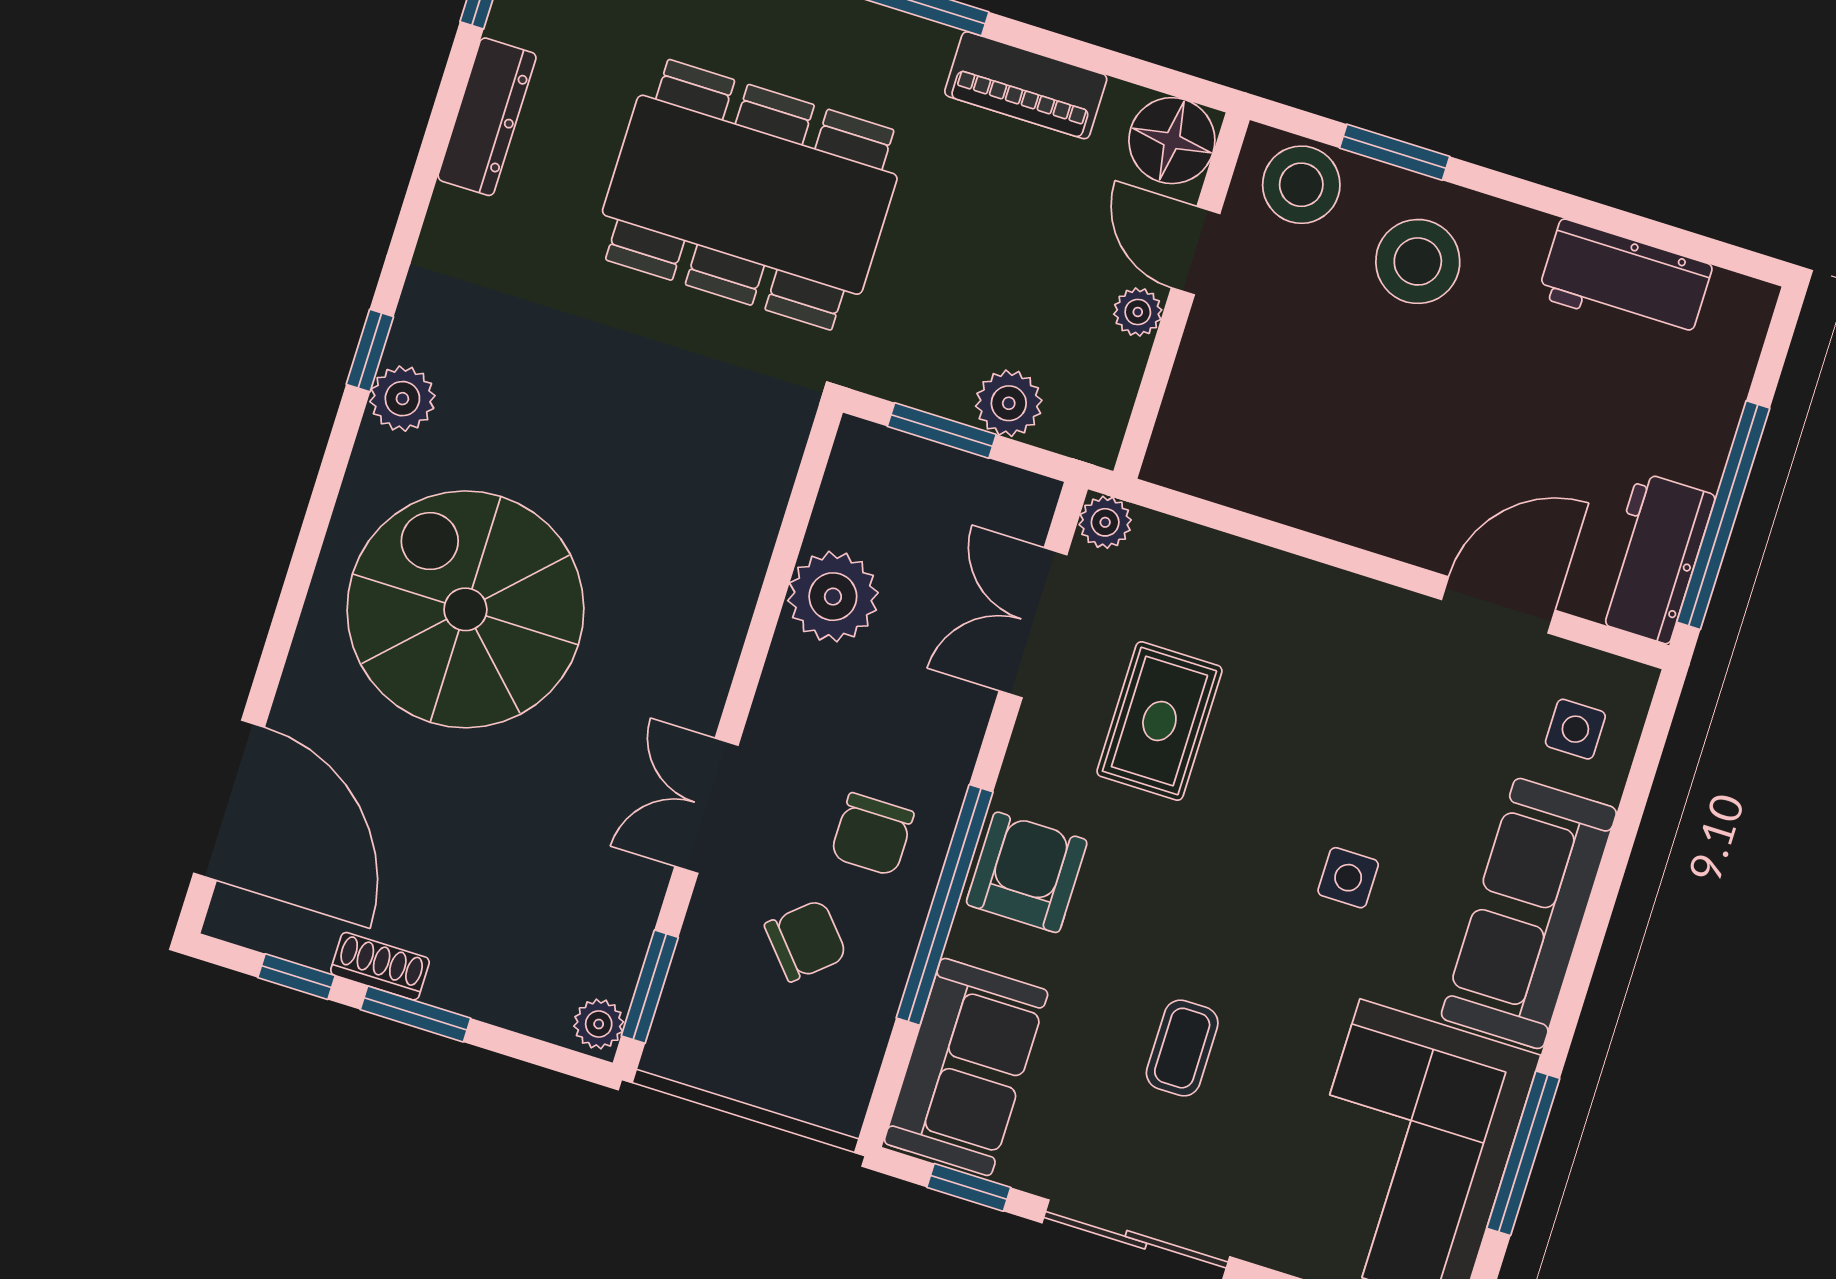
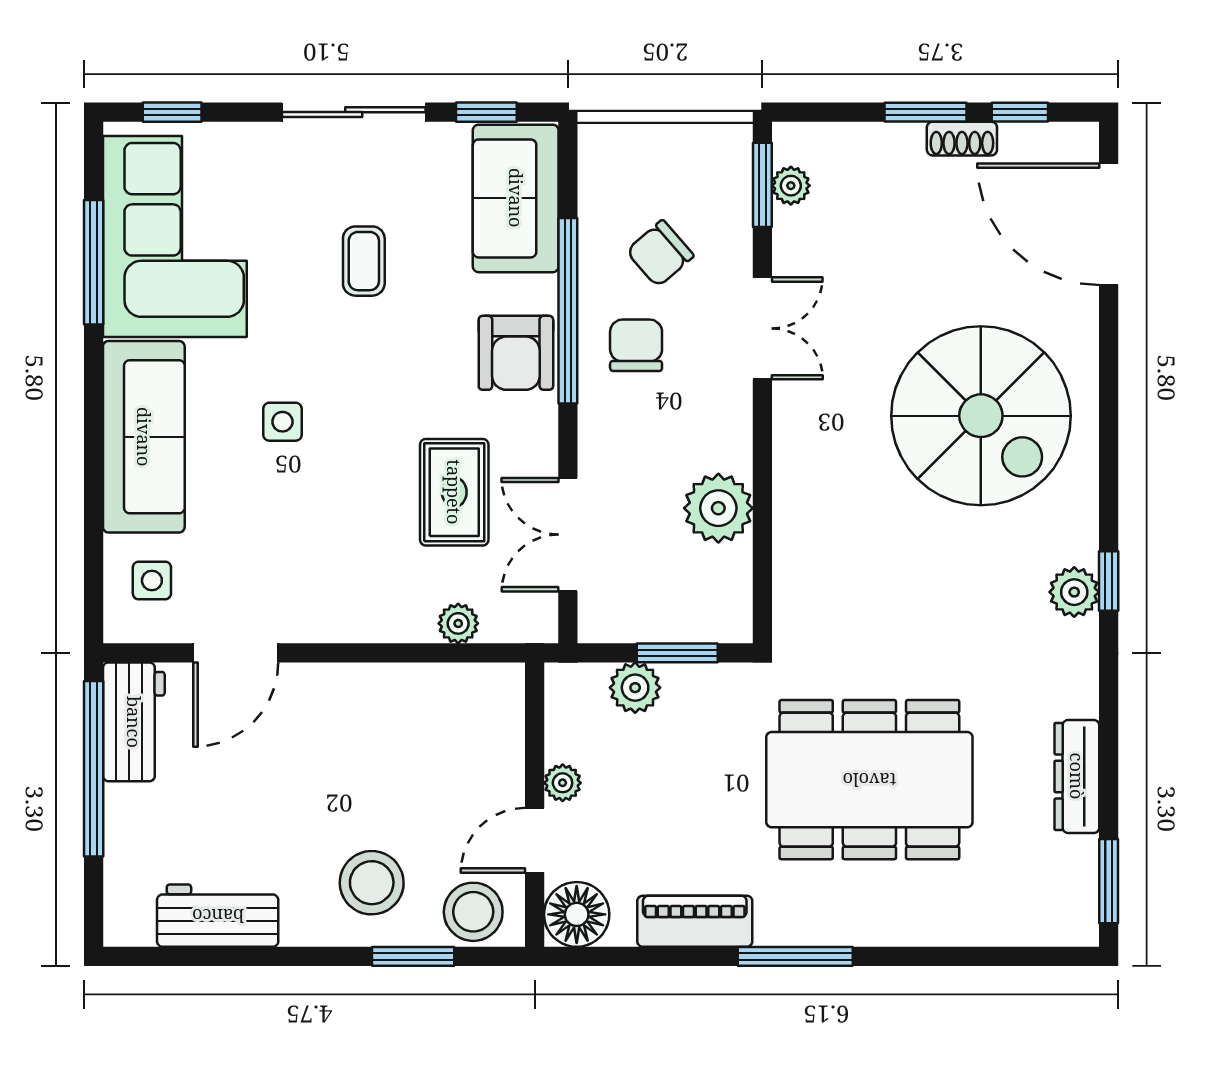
door: (1196, 251) -> (535, 840), swing flipped
plant: (402, 399) -> (1074, 592), moved
plant: (1105, 522) -> (458, 623), moved
double door: (1033, 623) -> (568, 535), swing flipped
plant: (599, 1024) -> (791, 186), moved

